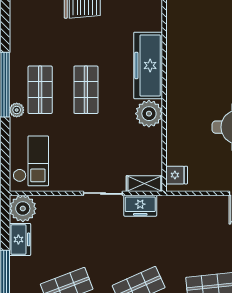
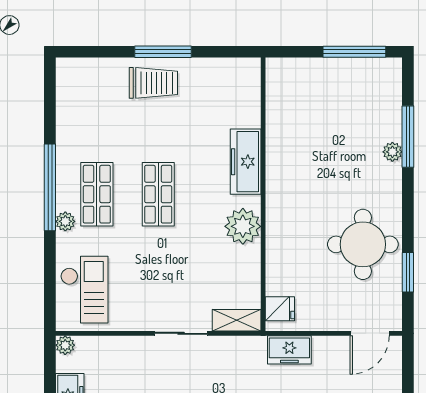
freezer: (148, 65) -> (246, 162), width x0.73, depth x0.79
freezer: (140, 206) -> (289, 350), moved
plant: (23, 209) -> (65, 345), width x0.53, depth x0.53

